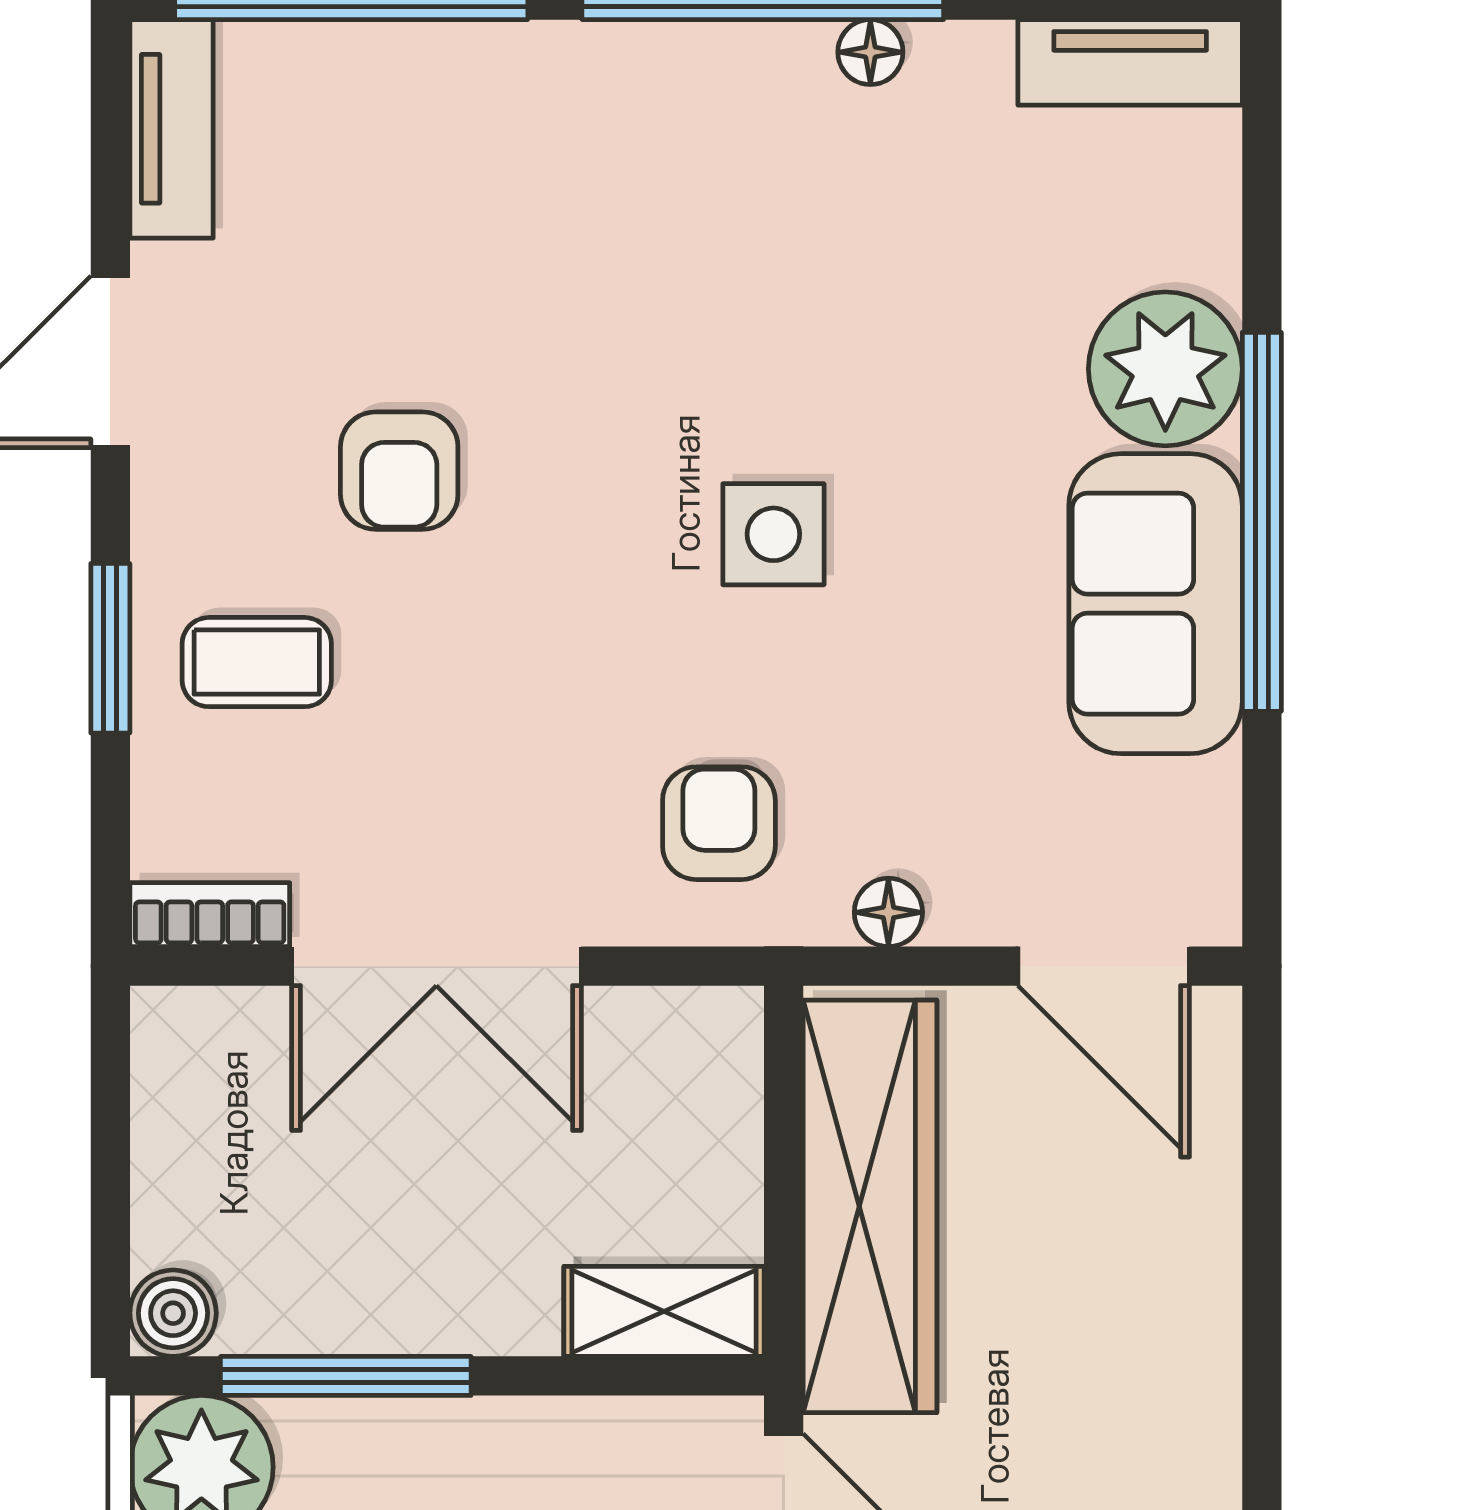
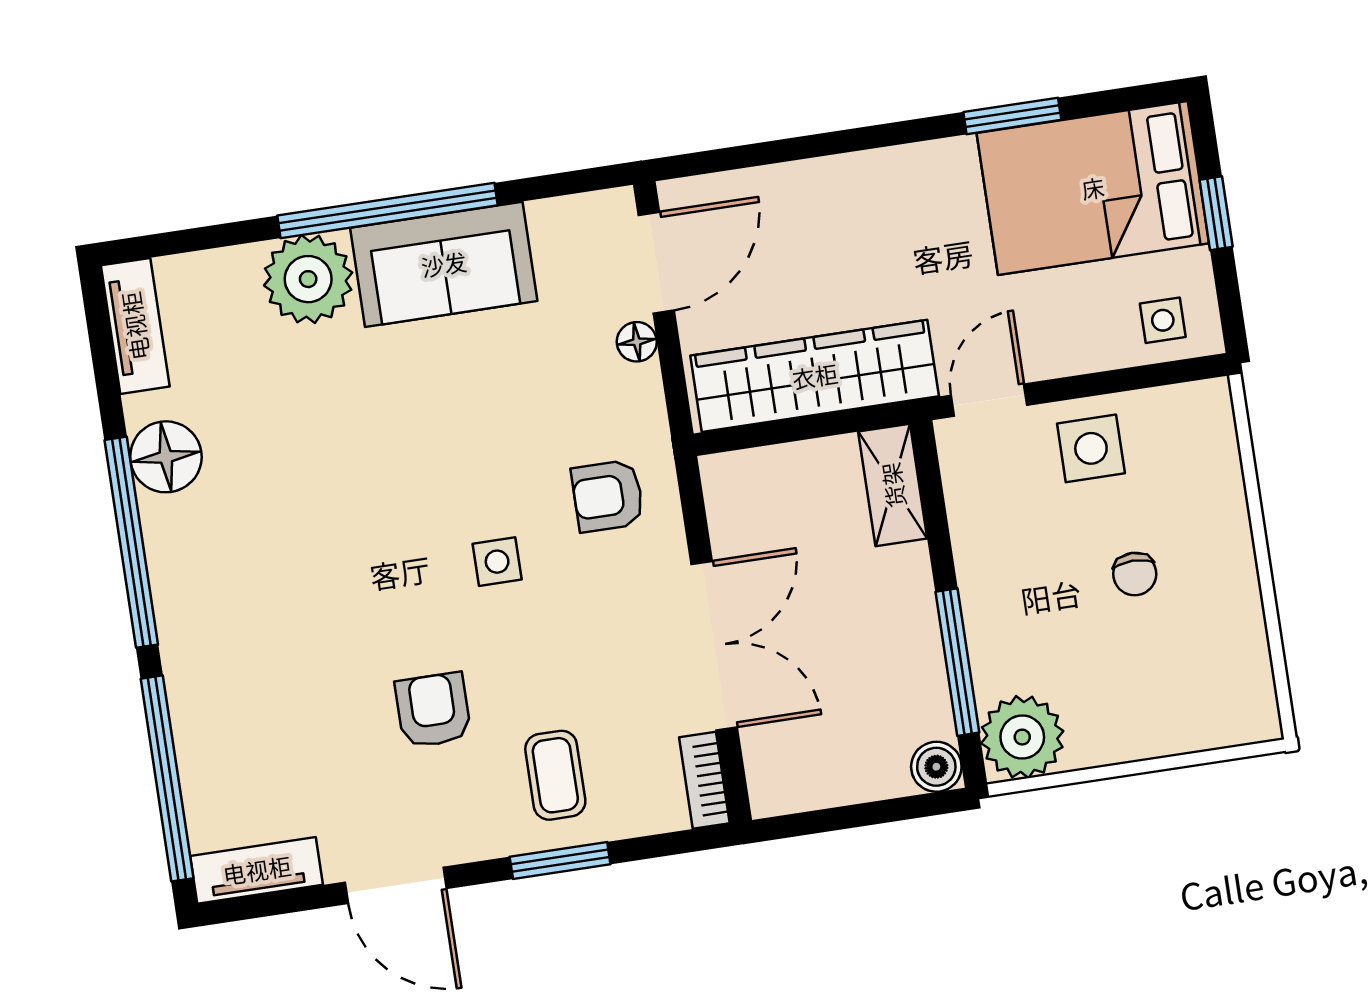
floor lamp: (870, 52) -> (166, 457), width x1.89, depth x1.89
armchair: (399, 471) -> (433, 710), turned -90
side table: (773, 534) -> (497, 562), moved, width x0.73, depth x0.73
floor lamp: (888, 912) -> (637, 342), moved

